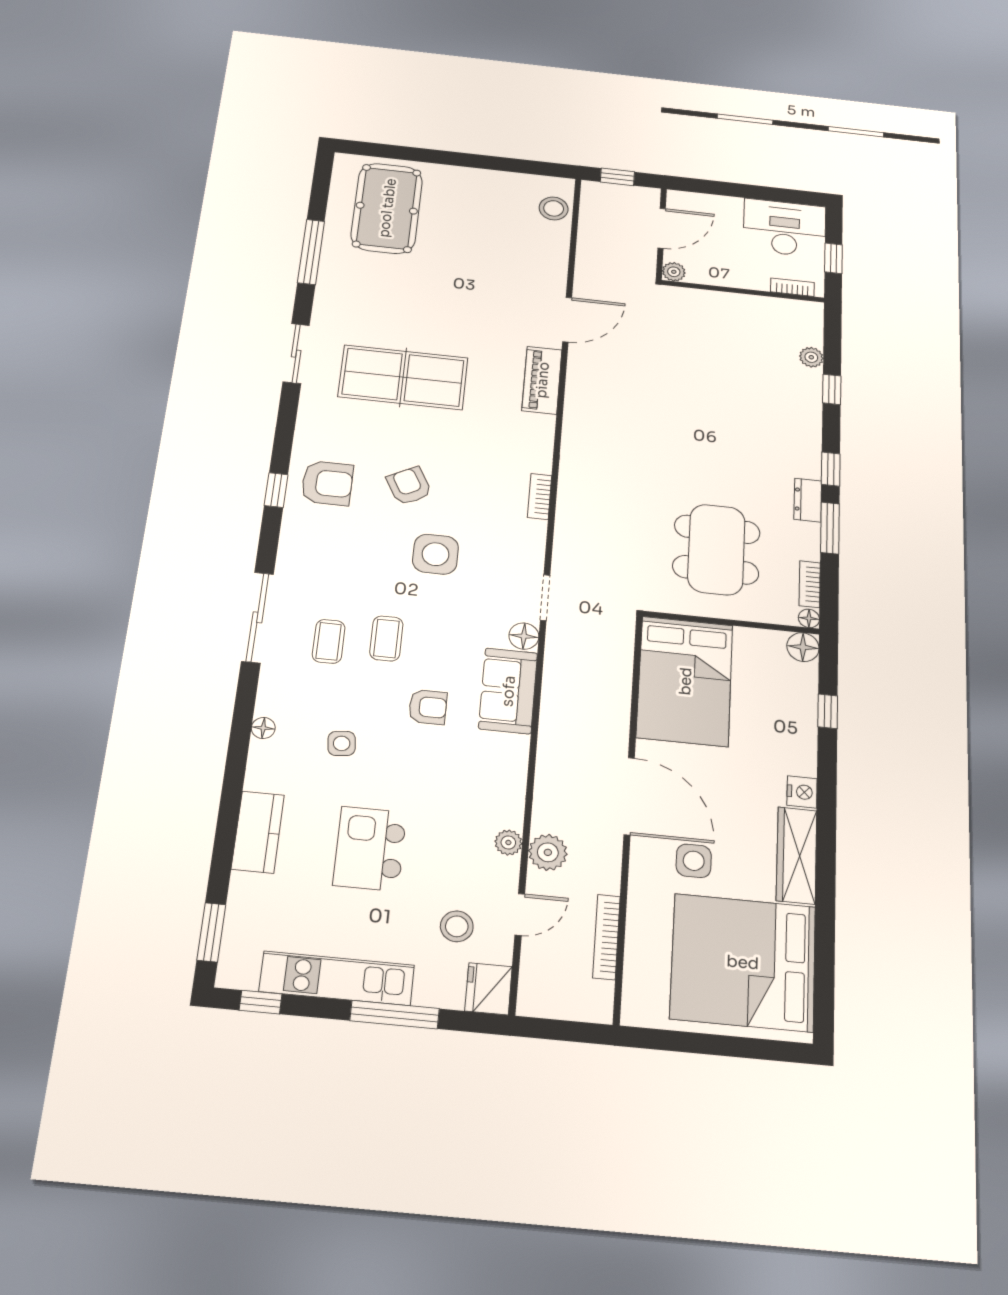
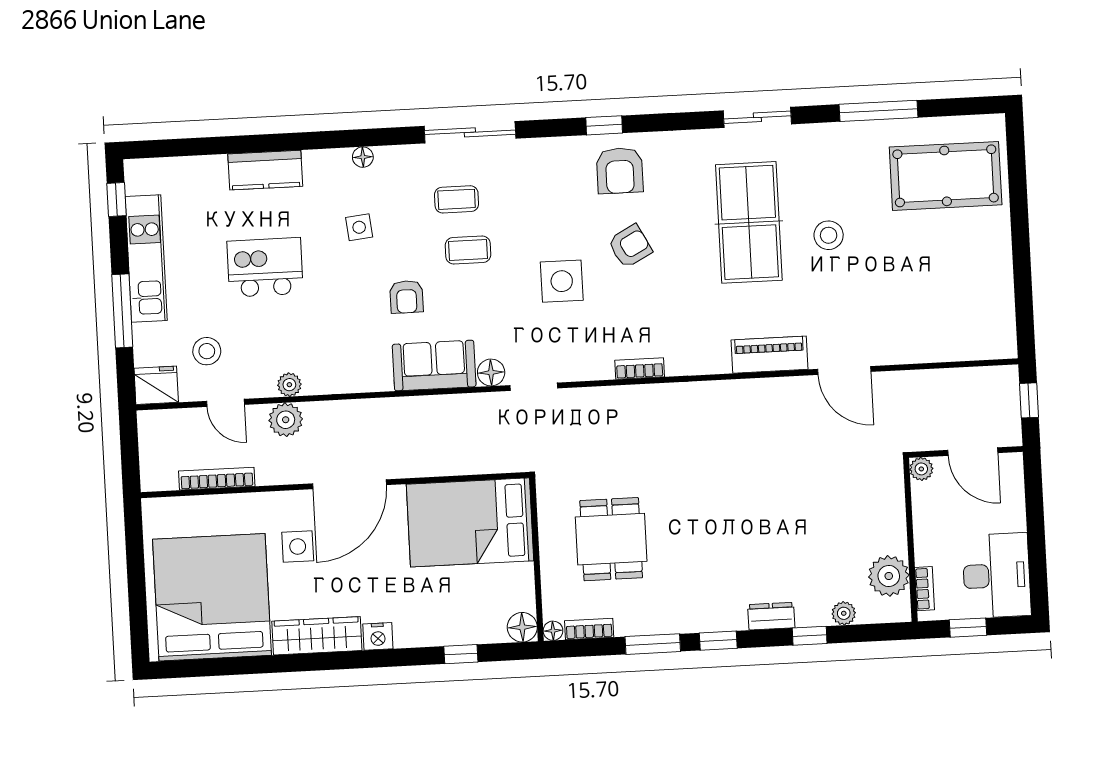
stool: (554, 208) -> (829, 235), moved
plant: (777, 314) -> (889, 576), added
dresser: (808, 500) -> (771, 616), moved
dining table: (716, 549) -> (611, 539), width x0.73
window: (211, 932) -> (170, 148), removed

